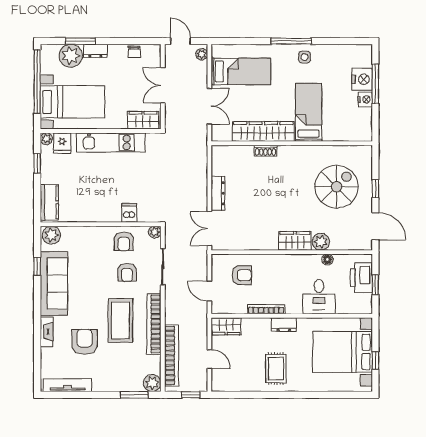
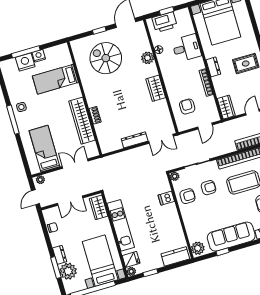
bed: (309, 112) -> (55, 79), moved
wardrobe: (295, 241) -> (156, 88), moved

